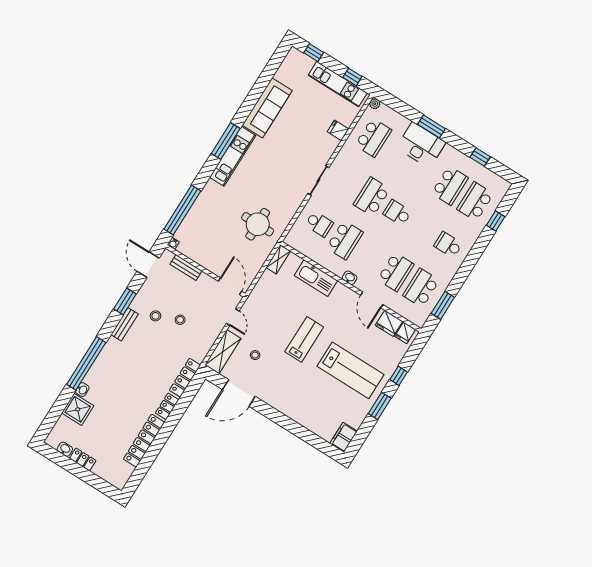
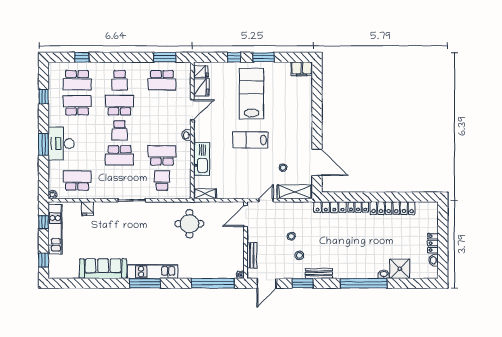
school desk: (396, 272) -> (120, 105), moved

